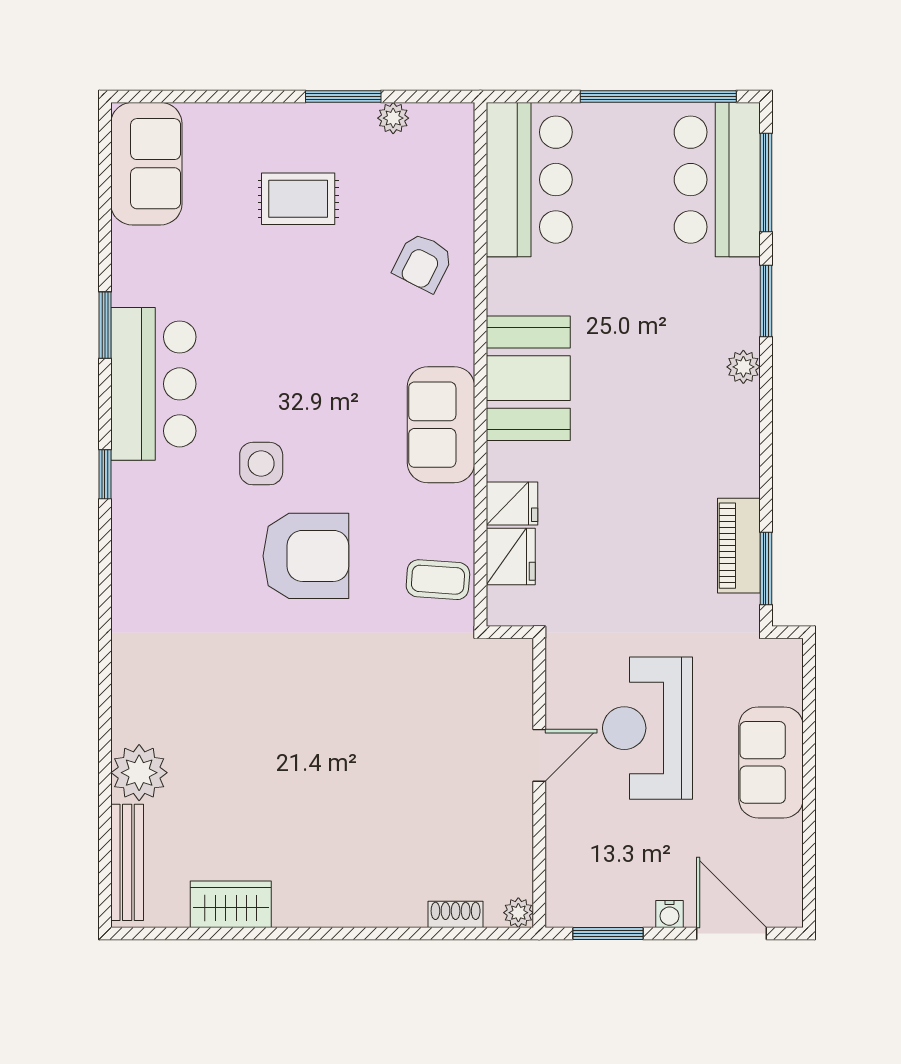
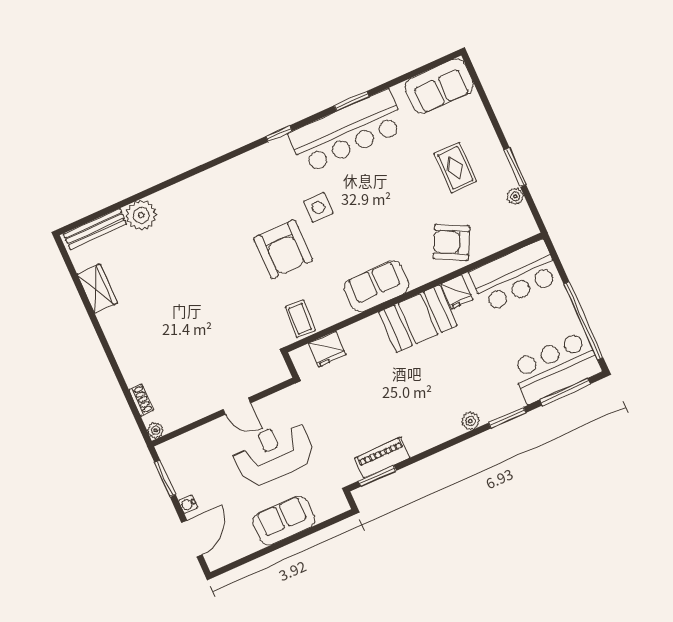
armchair: (423, 263) -> (451, 242), width x1.38, depth x1.38
bar counter: (153, 384) -> (347, 131), width x1.36
fridge: (512, 503) -> (457, 292), moved

